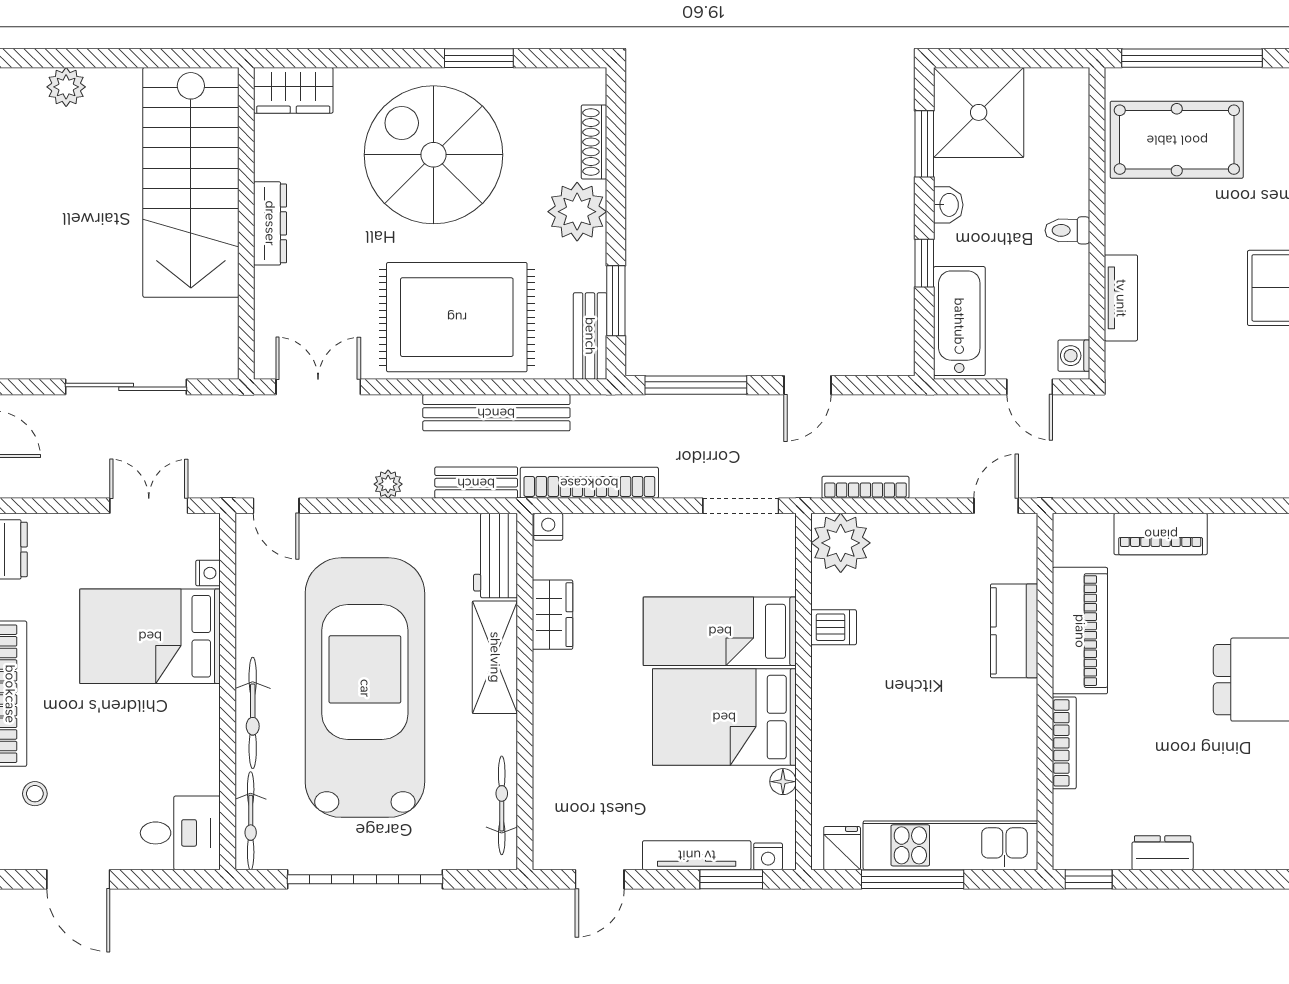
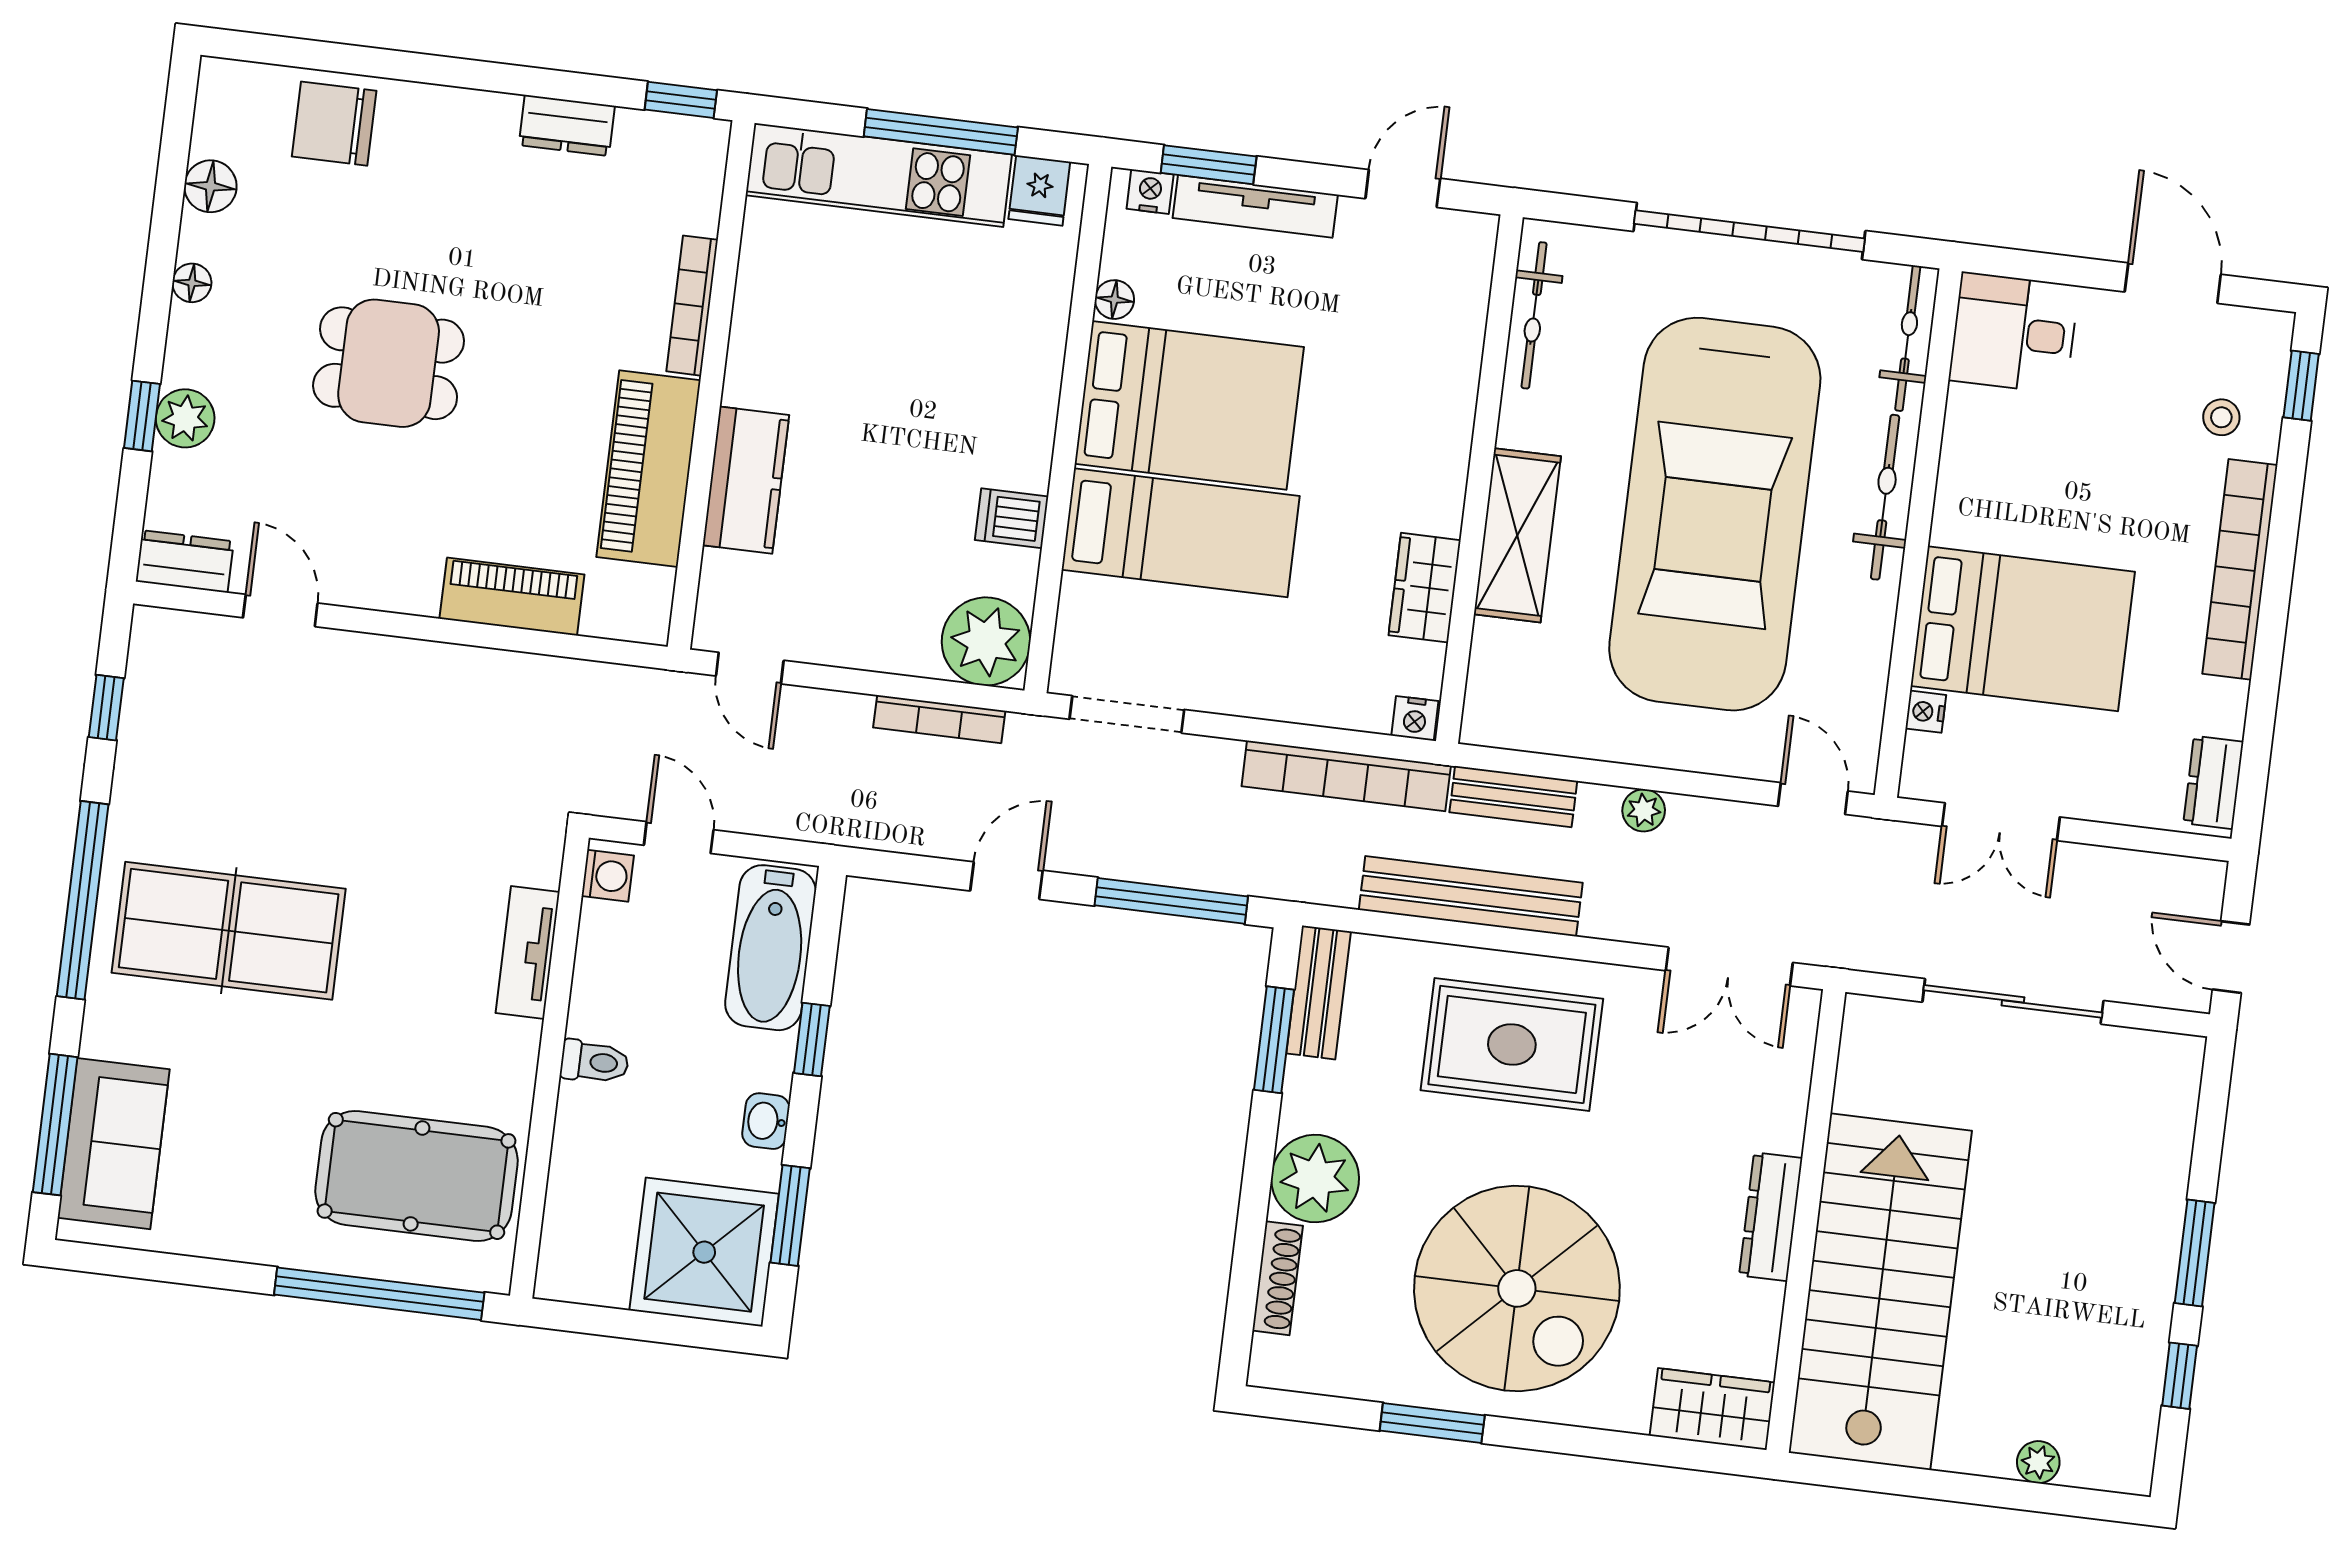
plant: (66, 87) -> (2038, 1462), width x0.73, depth x0.73
rug: (457, 317) -> (1512, 1044), width x0.73, depth x0.69
door: (996, 506) -> (750, 668), hinge flipped
workbench: (496, 556) -> (1498, 685), removed

